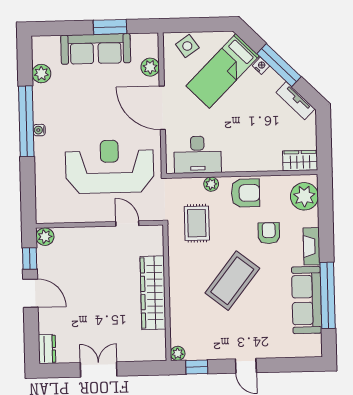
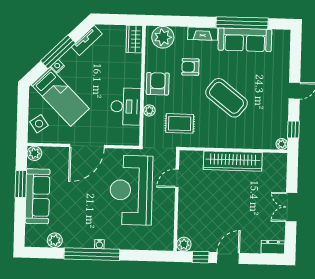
plant: (150, 67) -> (34, 153), moved
desk: (198, 155) -> (126, 106), moved

